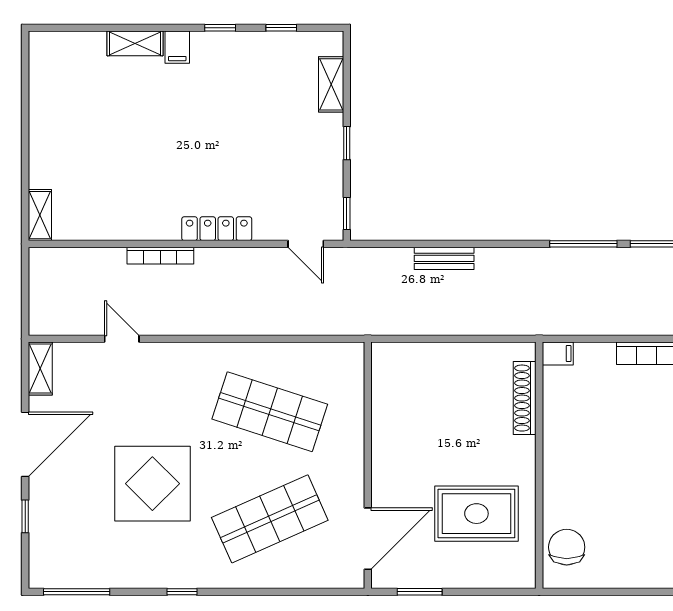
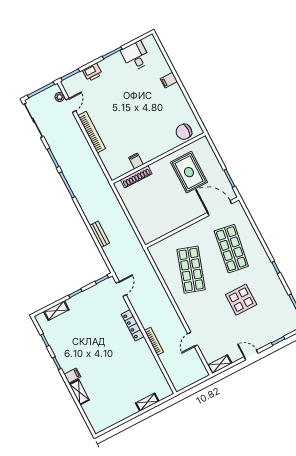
shelving: (40, 215) -> (147, 402), moved
filing cabinet: (558, 353) -> (136, 161), moved
door: (25, 444) -> (251, 355), width x0.53
display table: (152, 484) -> (241, 300), width x0.73, depth x0.73
shop shelf: (270, 519) -> (231, 249), turned 33

